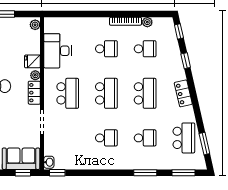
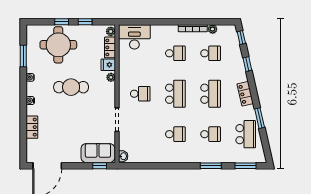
desk: (57, 51) -> (134, 37), moved, turned 90
locker: (34, 93) -> (110, 47), moved
school desk: (68, 93) -> (140, 94), width x0.54
window: (204, 144) -> (260, 118), moved
window: (57, 173) -> (131, 166), removed

